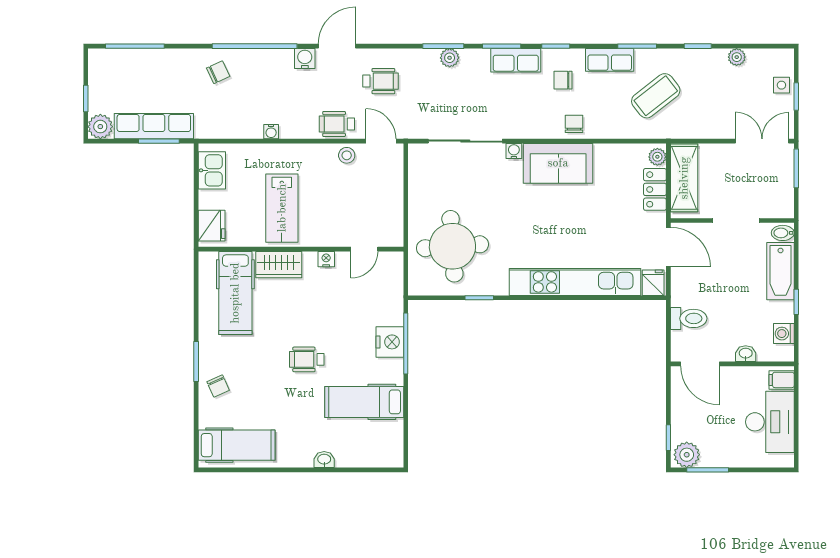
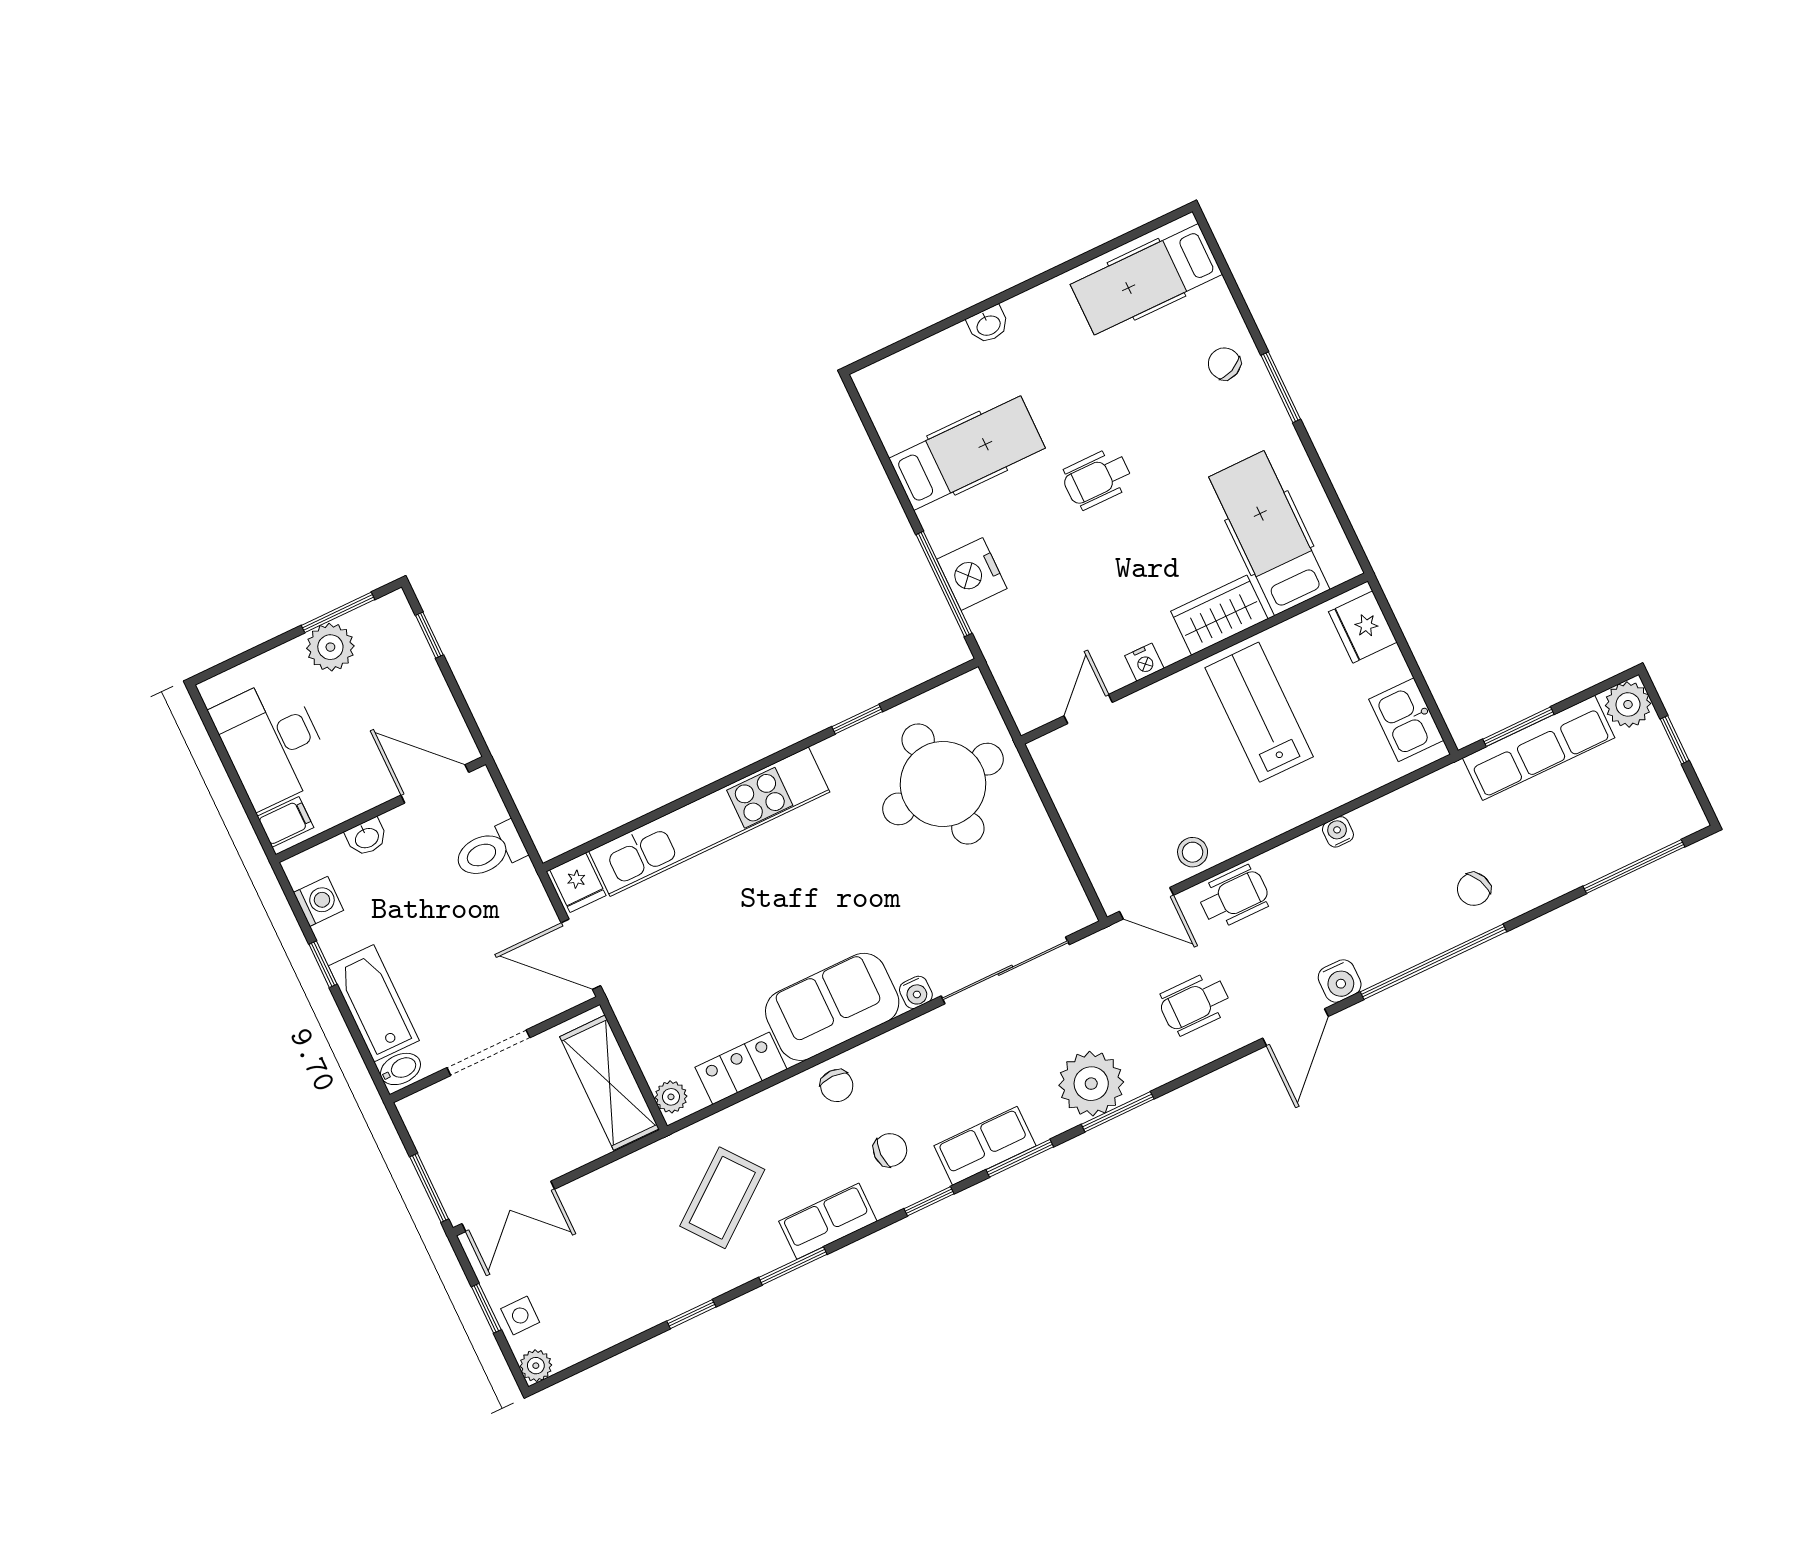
plant: (737, 57) -> (536, 1366), moved
plant: (450, 58) -> (1091, 1084), width x1.87, depth x1.87
locker: (655, 189) -> (741, 1068), moved, turned -90
wheelchair: (307, 359) -> (1097, 479), turned 180
plant: (687, 455) -> (330, 647), moved

